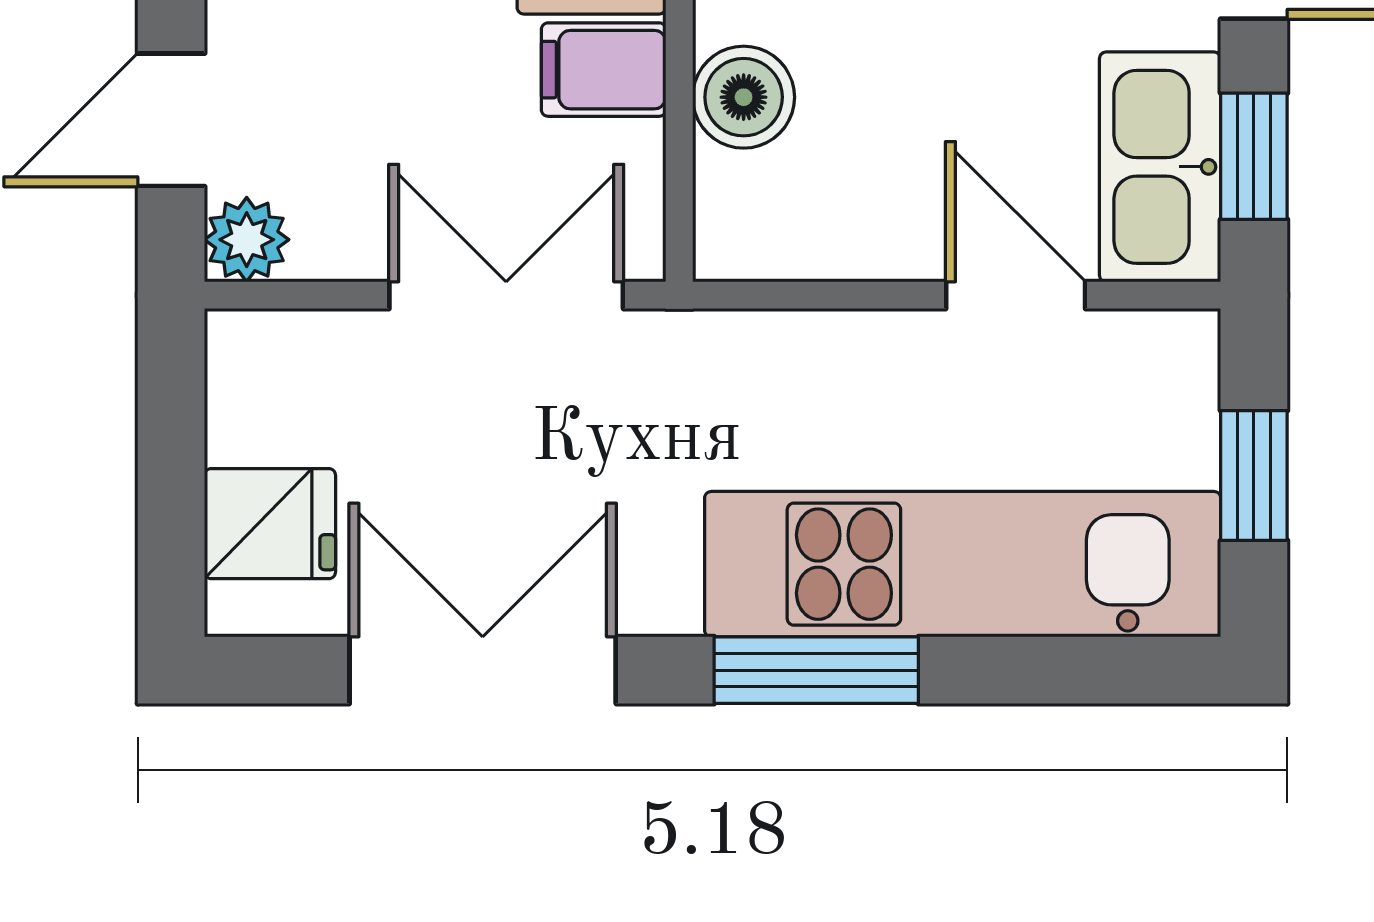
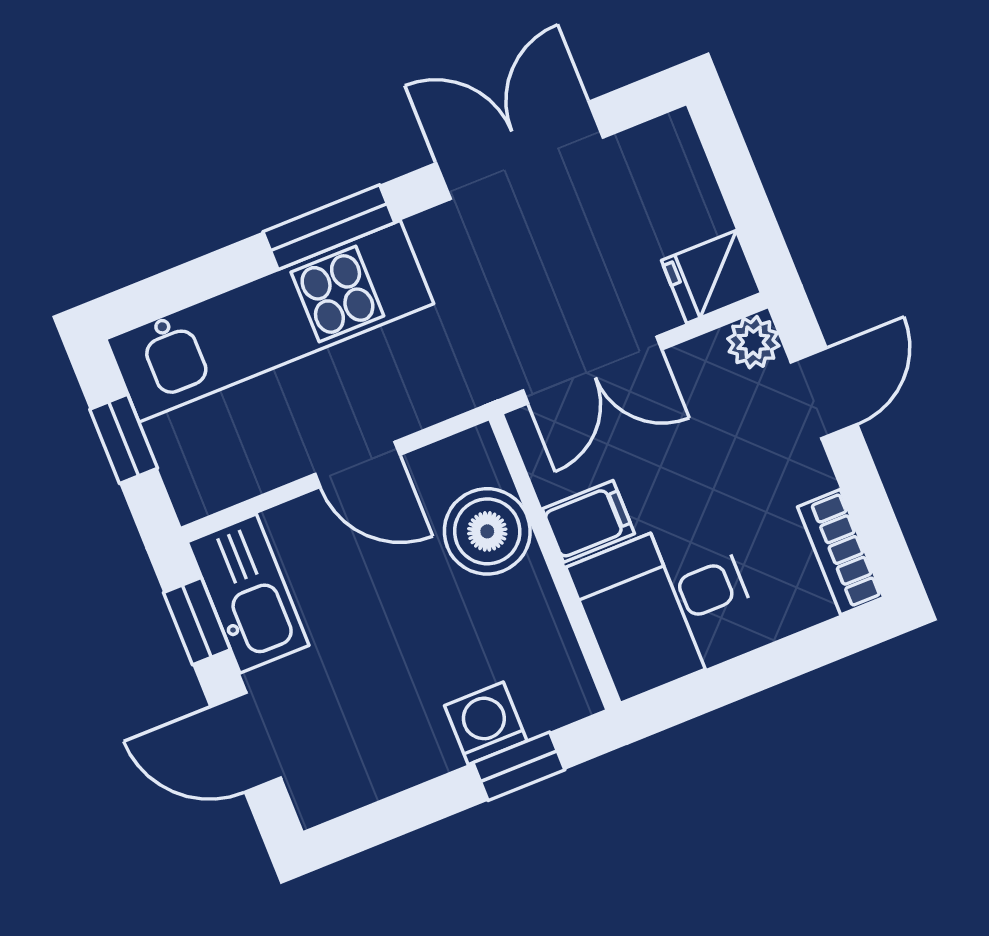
boiler: (744, 97) -> (487, 531), width x1.36, depth x1.36
door: (1016, 295) -> (357, 464), moved
fridge: (270, 524) -> (711, 277), moved
double door: (483, 670) -> (520, 150), swing flipped

